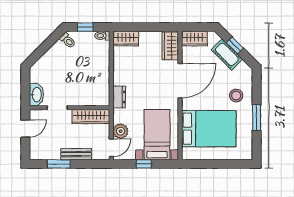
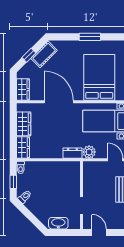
wardrobe: (170, 46) -> (24, 124), moved, turned -90
cot: (227, 54) -> (44, 54), moved
washbasin: (36, 95) -> (58, 223), moved
stool: (236, 96) -> (71, 54), removed
wardrobe: (91, 117) -> (89, 177), removed
plant: (121, 131) -> (89, 152), moved

